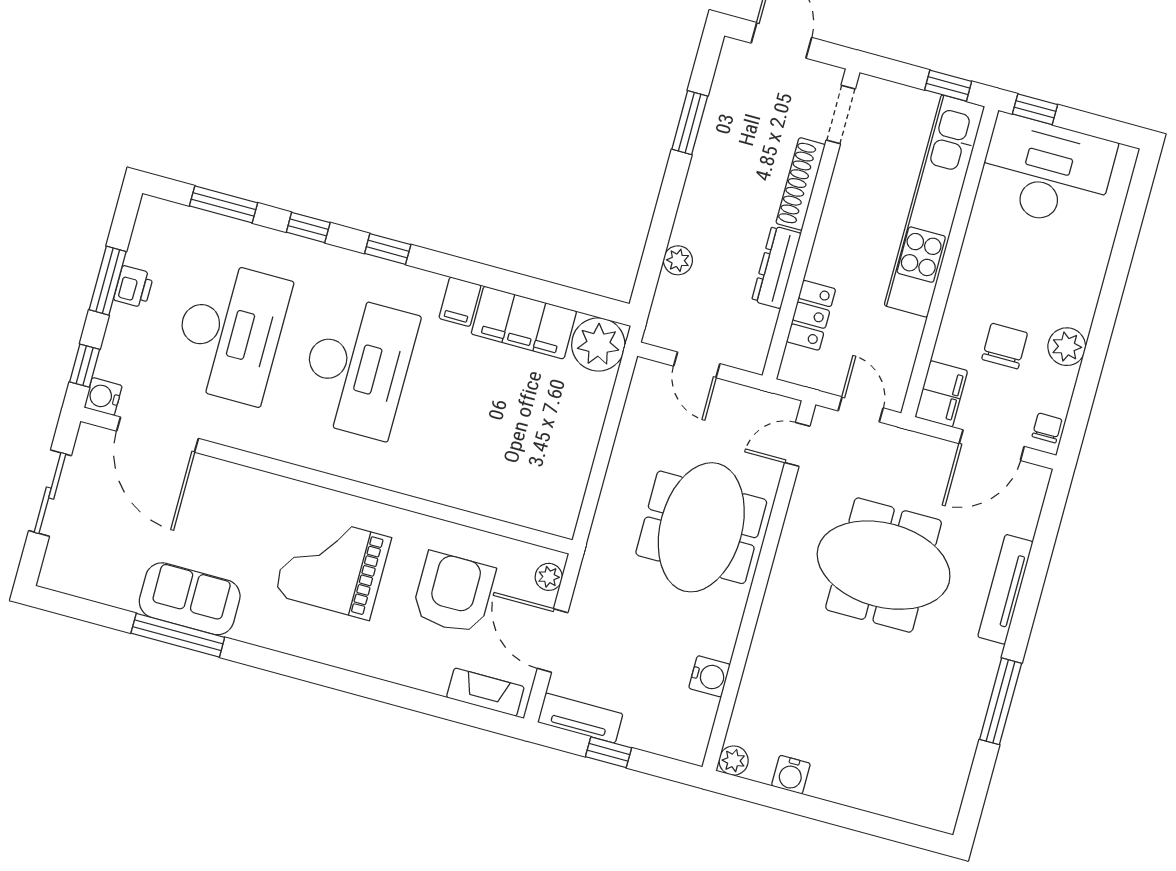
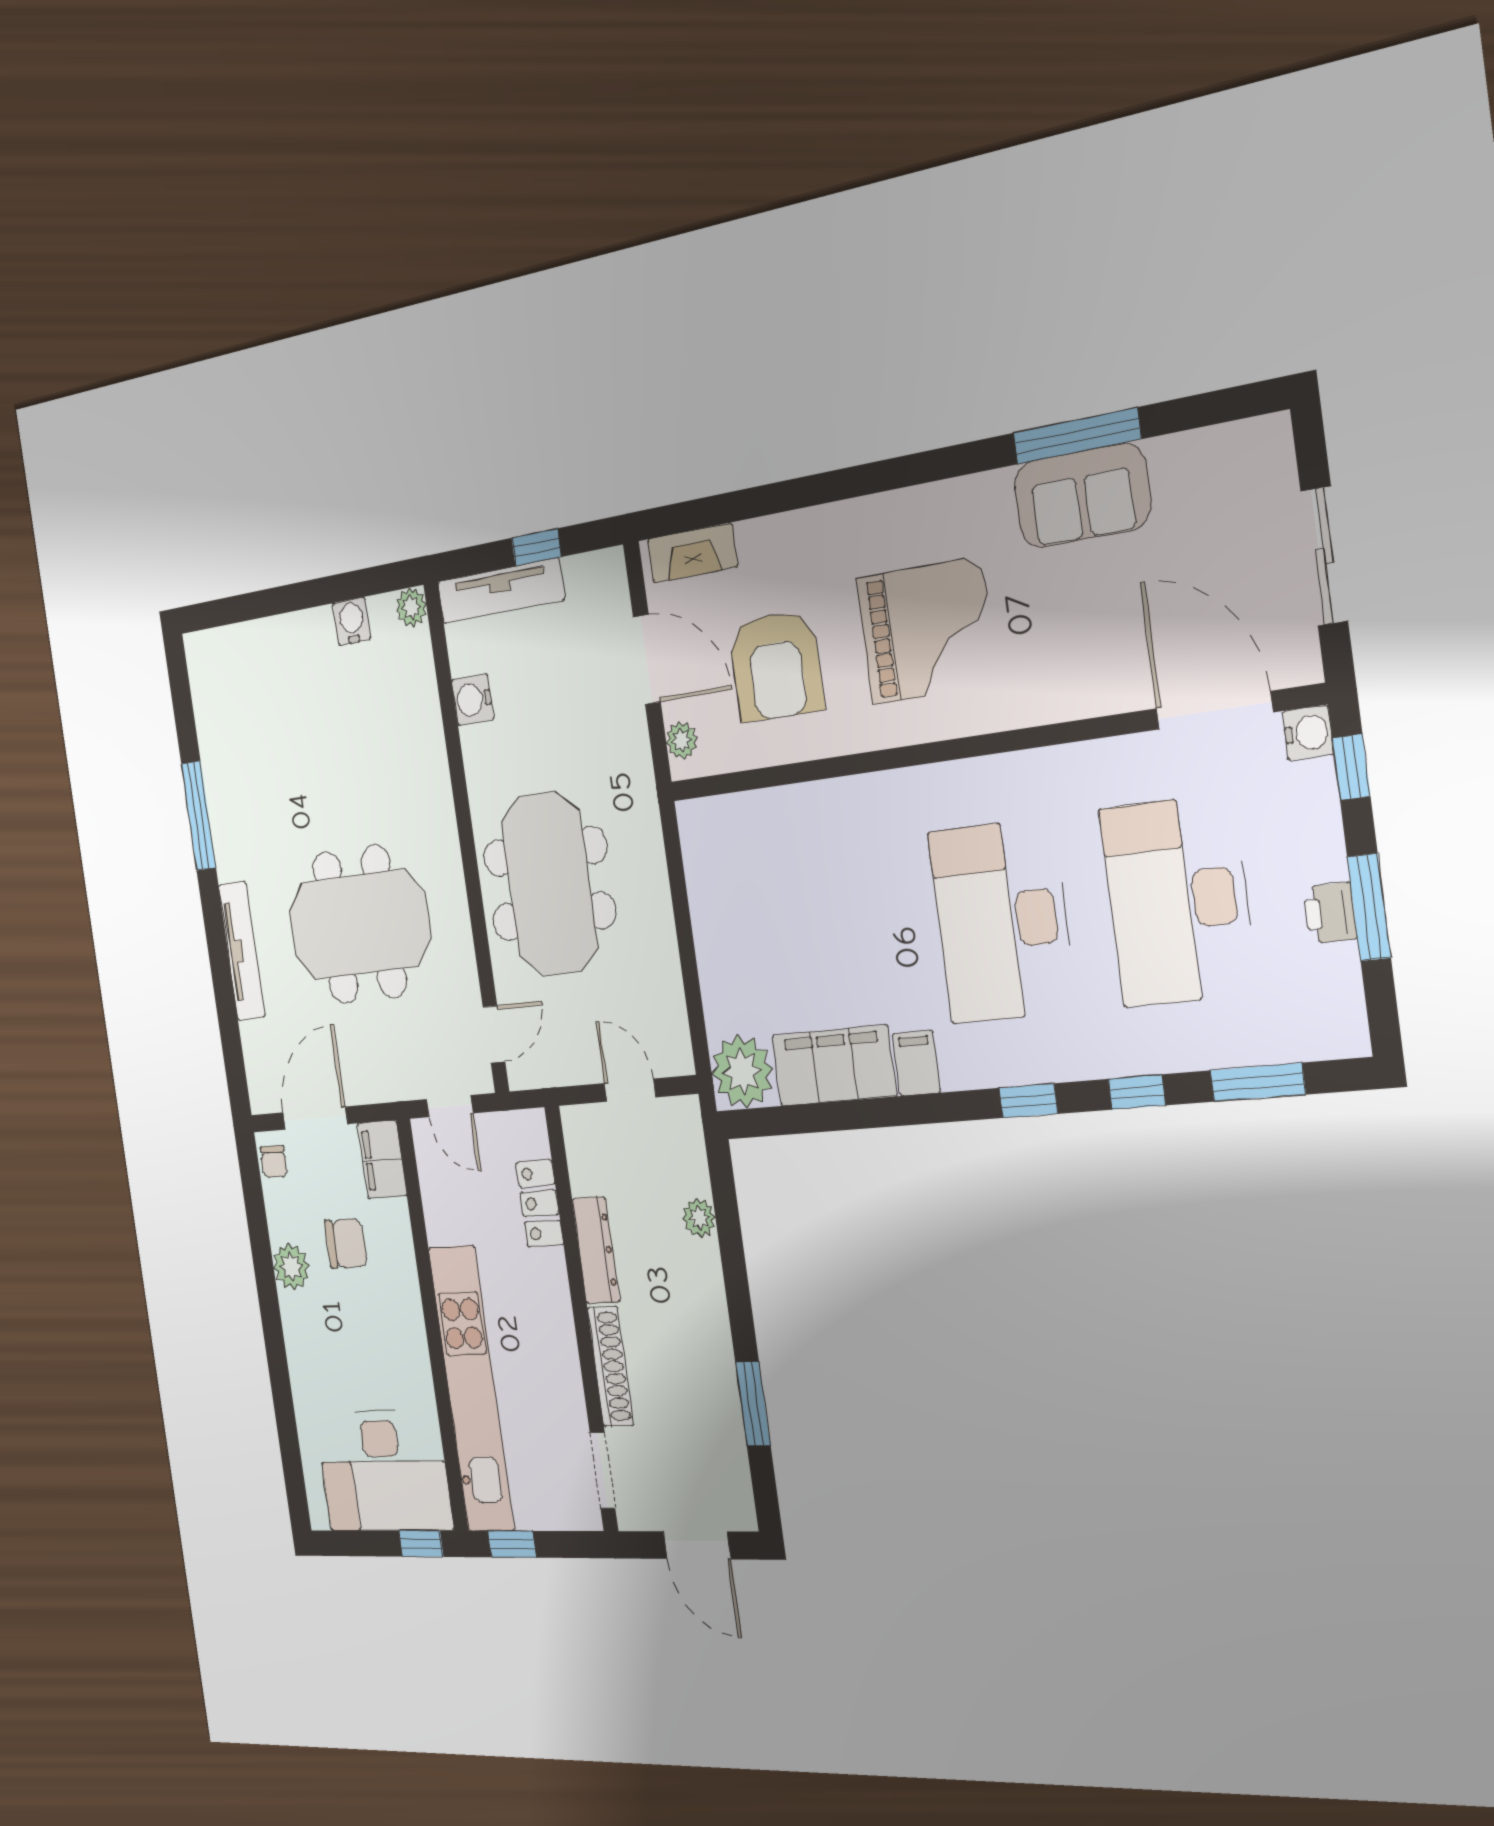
chair: (1005, 346) -> (346, 1243), turned -90
tv unit: (580, 718) -> (501, 591), moved, width x1.41

